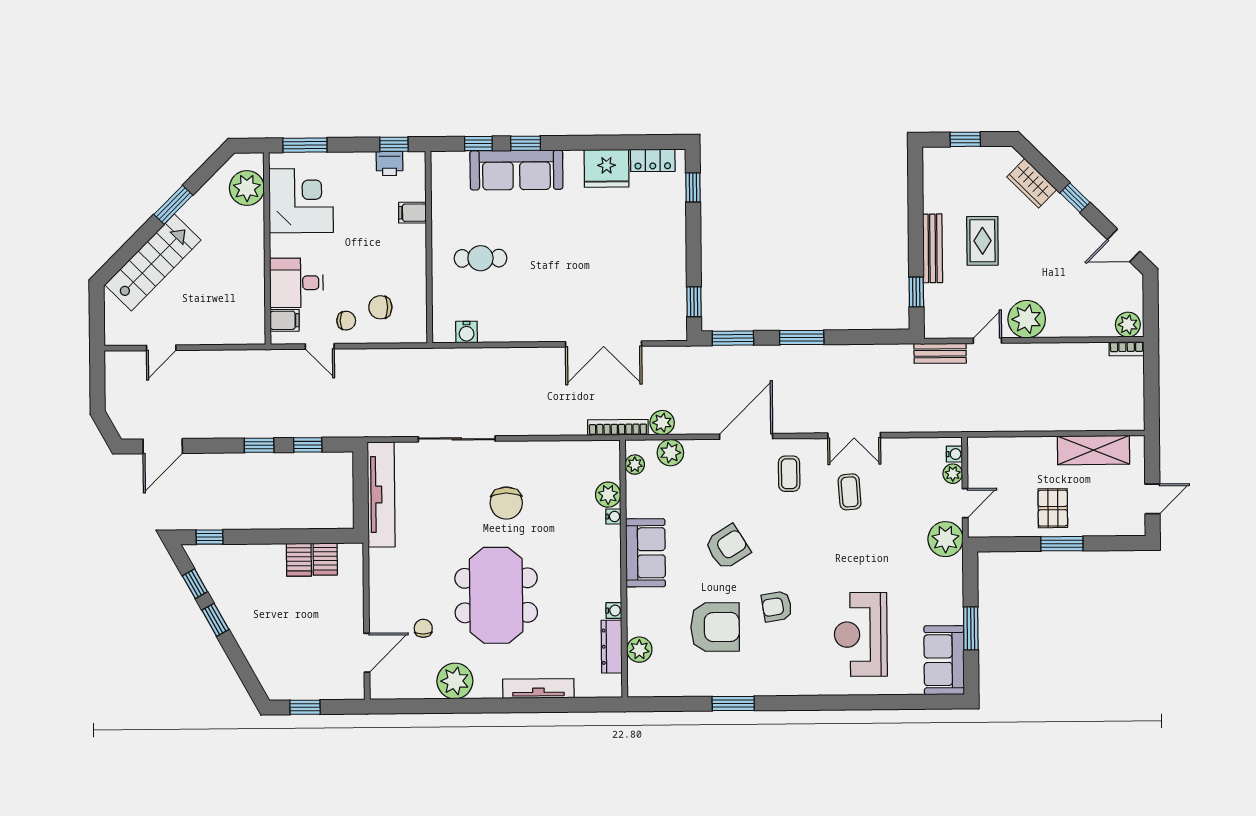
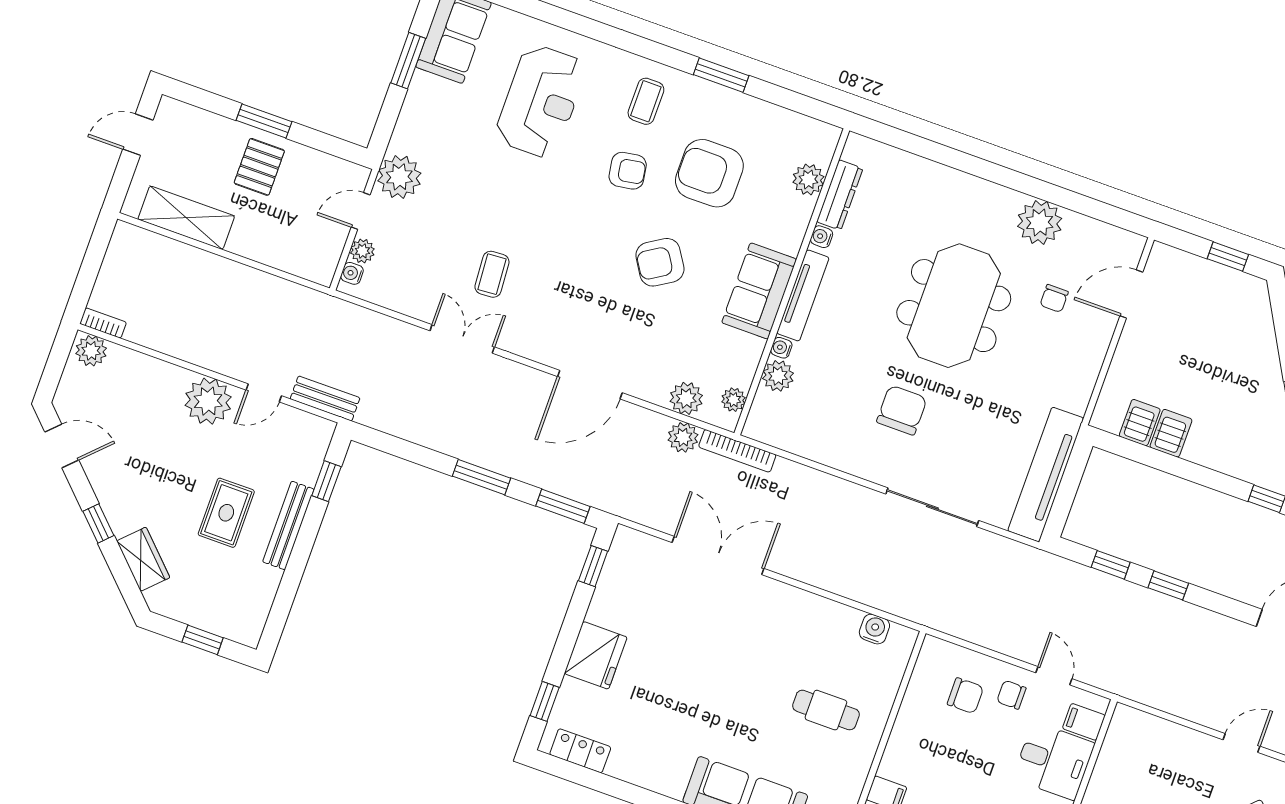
fridge: (607, 168) -> (596, 655), moved, turned 90
coffee table: (789, 474) -> (646, 101), moved
tv unit: (538, 689) -> (803, 295), moved, turned -90

